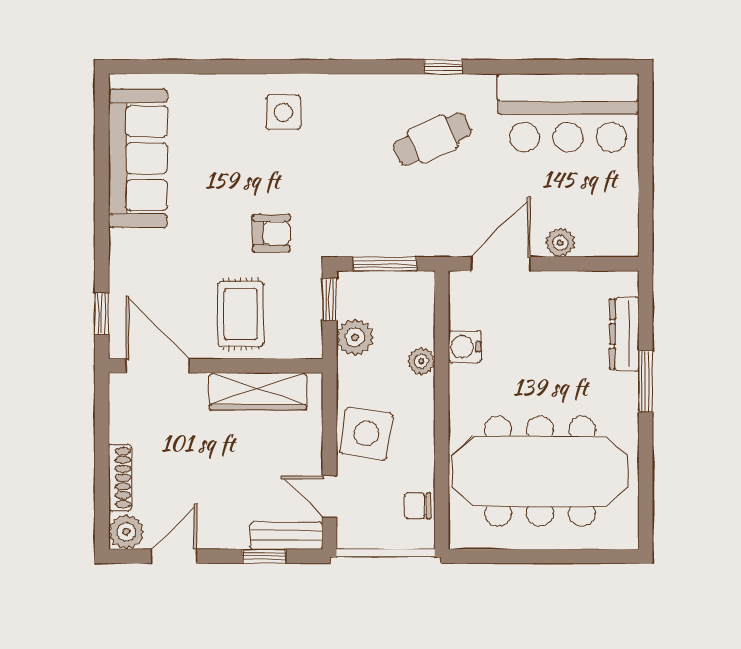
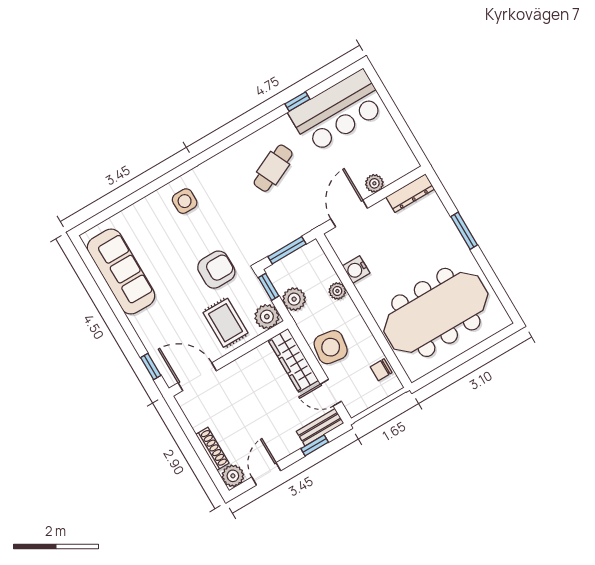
window: (443, 67) -> (297, 101), moved
armchair: (271, 233) -> (216, 270), width x1.38, depth x1.38
dresser: (624, 334) -> (410, 193), moved, turned -90
plant: (303, 339) -> (267, 317), added
wardrobe: (258, 391) -> (293, 360), moved, turned 90

